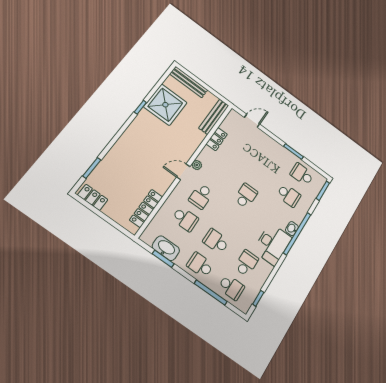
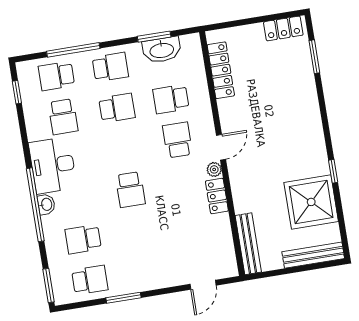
locker: (217, 139) -> (217, 196), moved

